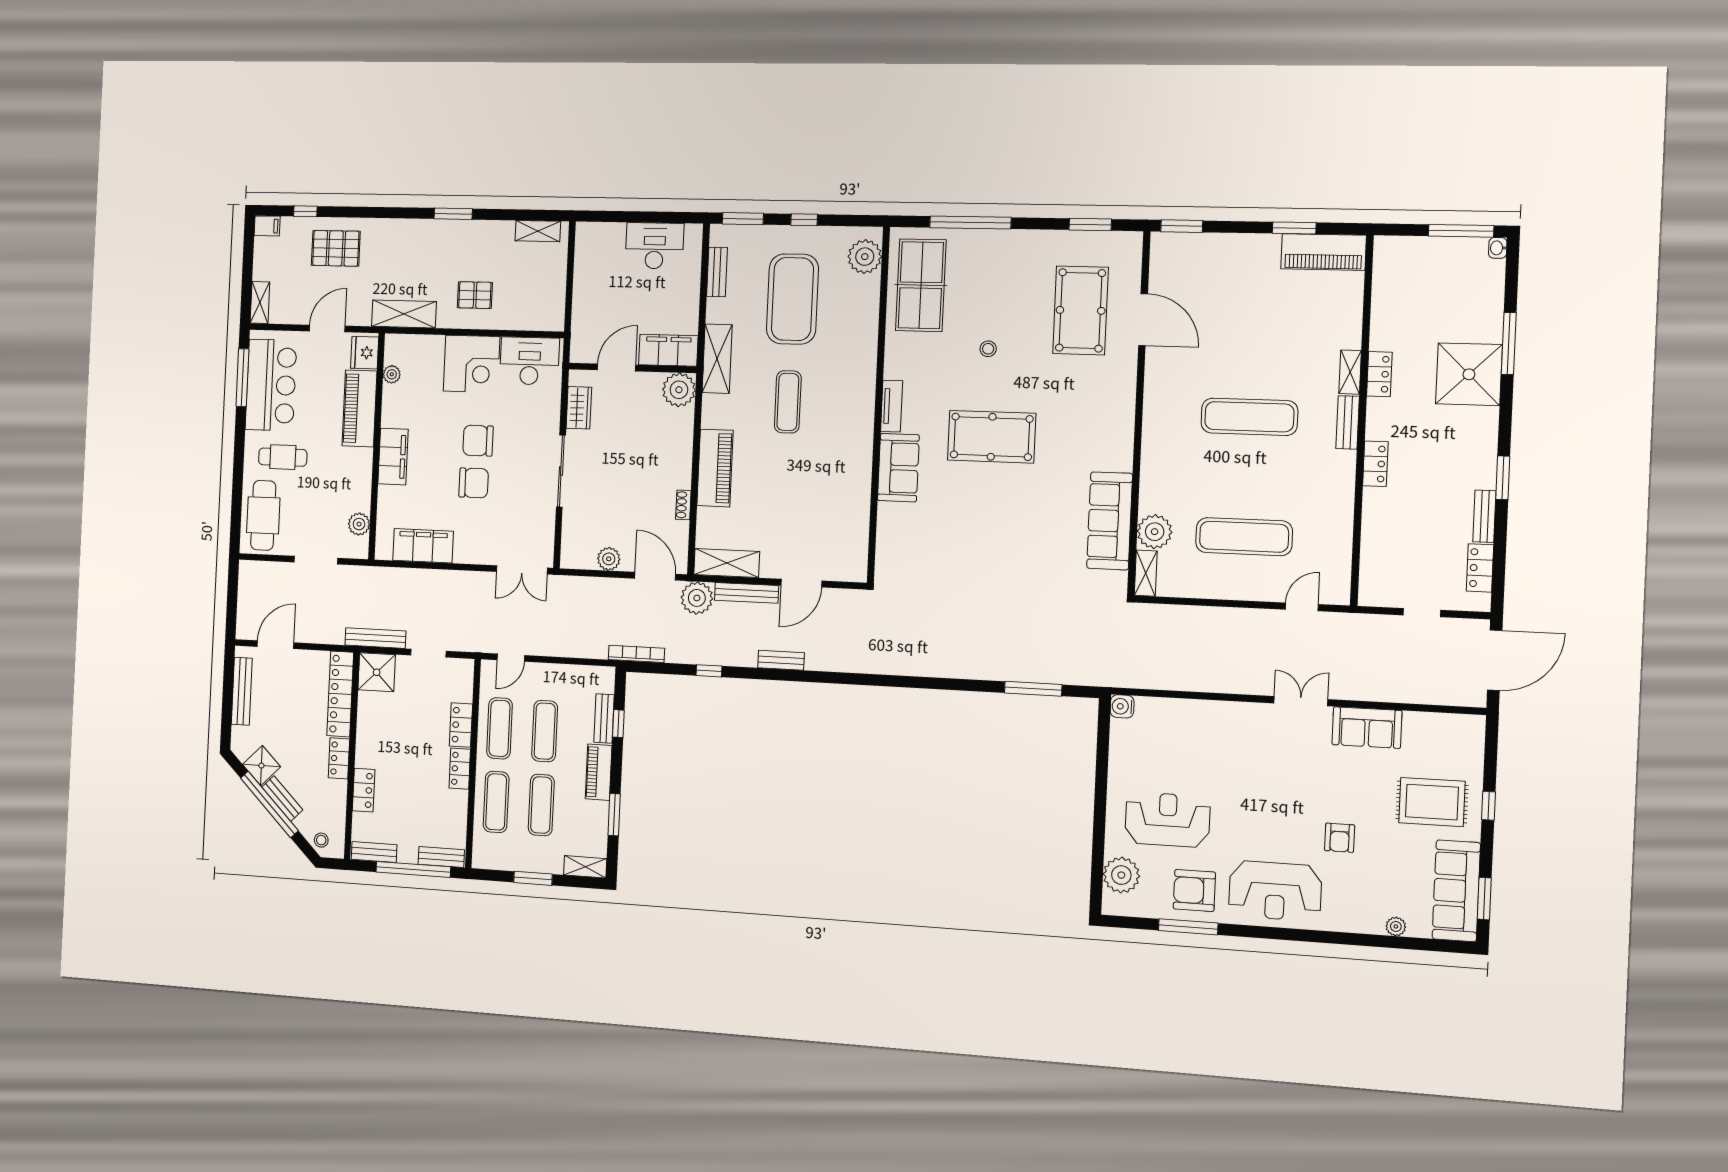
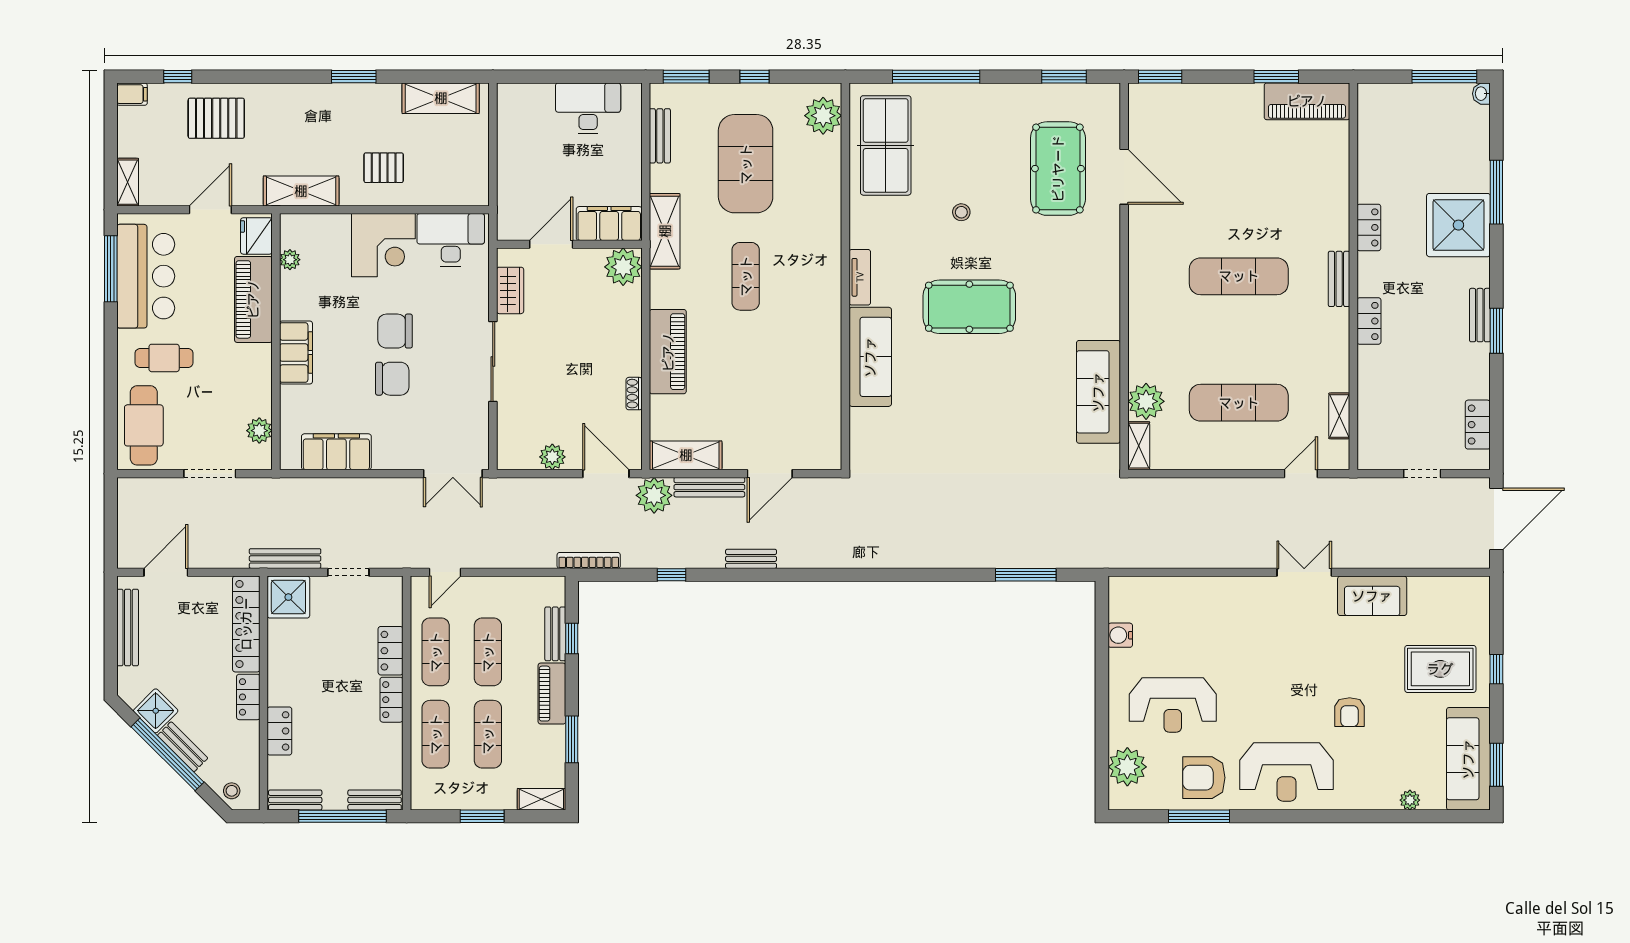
shelving: (538, 231) -> (441, 98), width x1.50, depth x1.33
shelving: (1350, 372) -> (1339, 416), moved
sofa: (898, 468) -> (870, 357), width x1.36
bench: (1484, 516) -> (1480, 315), moved
water cooler: (1122, 706) -> (1120, 635), moved
reception desk: (1168, 820) -> (1173, 705), turned 180

